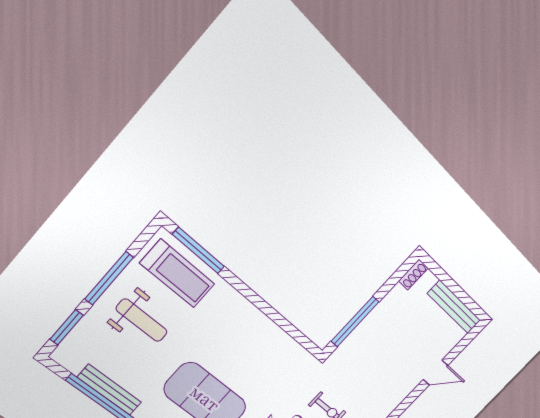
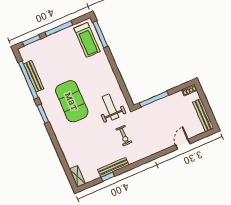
weight bench: (142, 320) -> (110, 107), moved, turned 180
door: (436, 372) -> (183, 144), swing flipped

